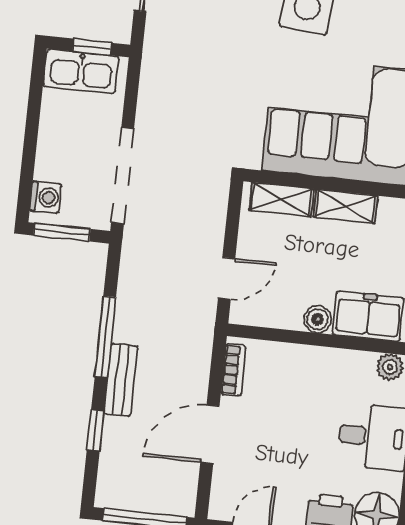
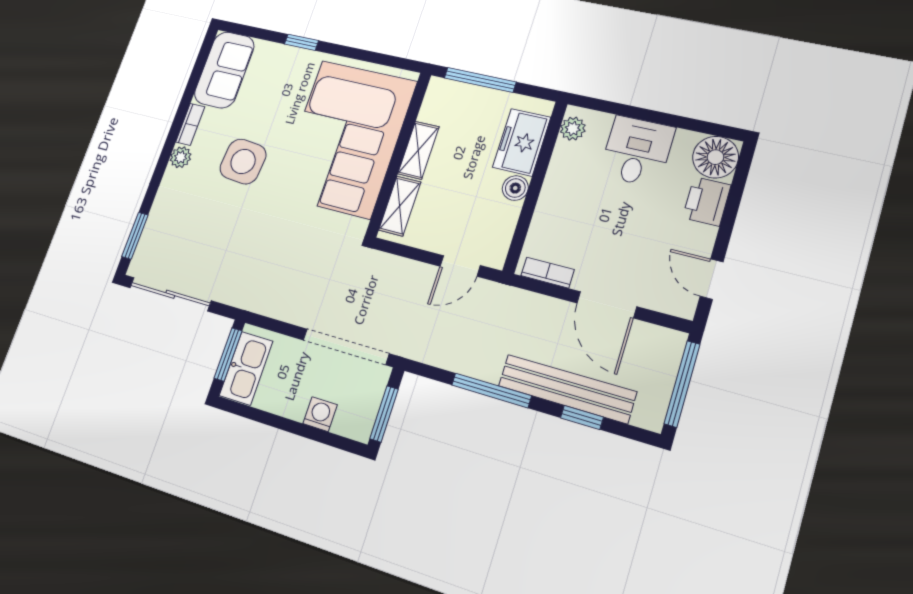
window: (92, 47) -> (228, 354), width x1.50
washing machine: (46, 197) -> (320, 414), moved
door: (227, 278) -> (460, 266), swing flipped
bench: (121, 380) -> (567, 389), width x1.86, depth x1.21

